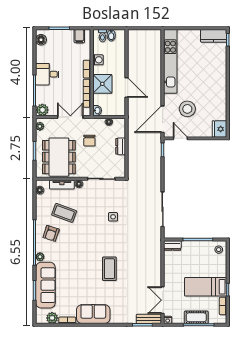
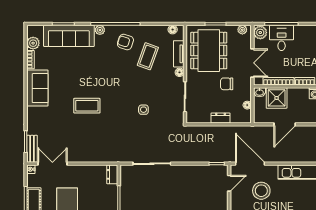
desk: (47, 74) -> (282, 38), moved
shower: (102, 84) -> (277, 98), moved
dining table: (59, 157) -> (209, 51), turned 90

